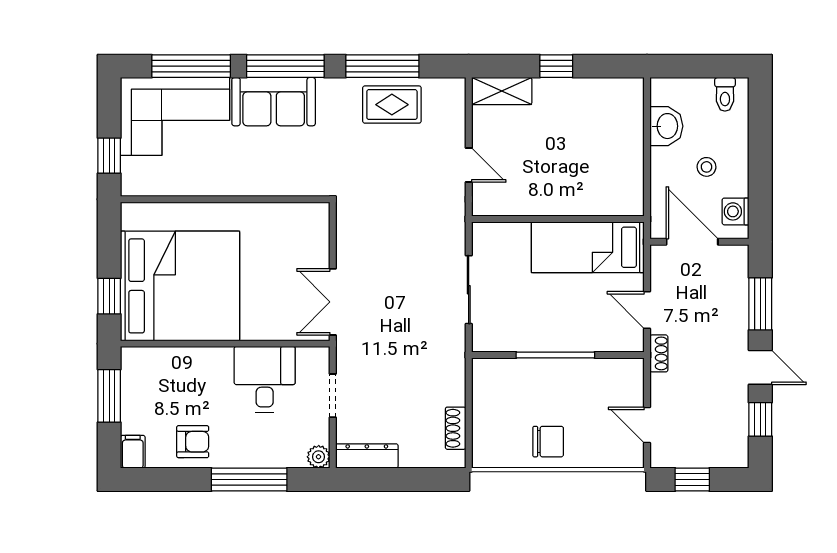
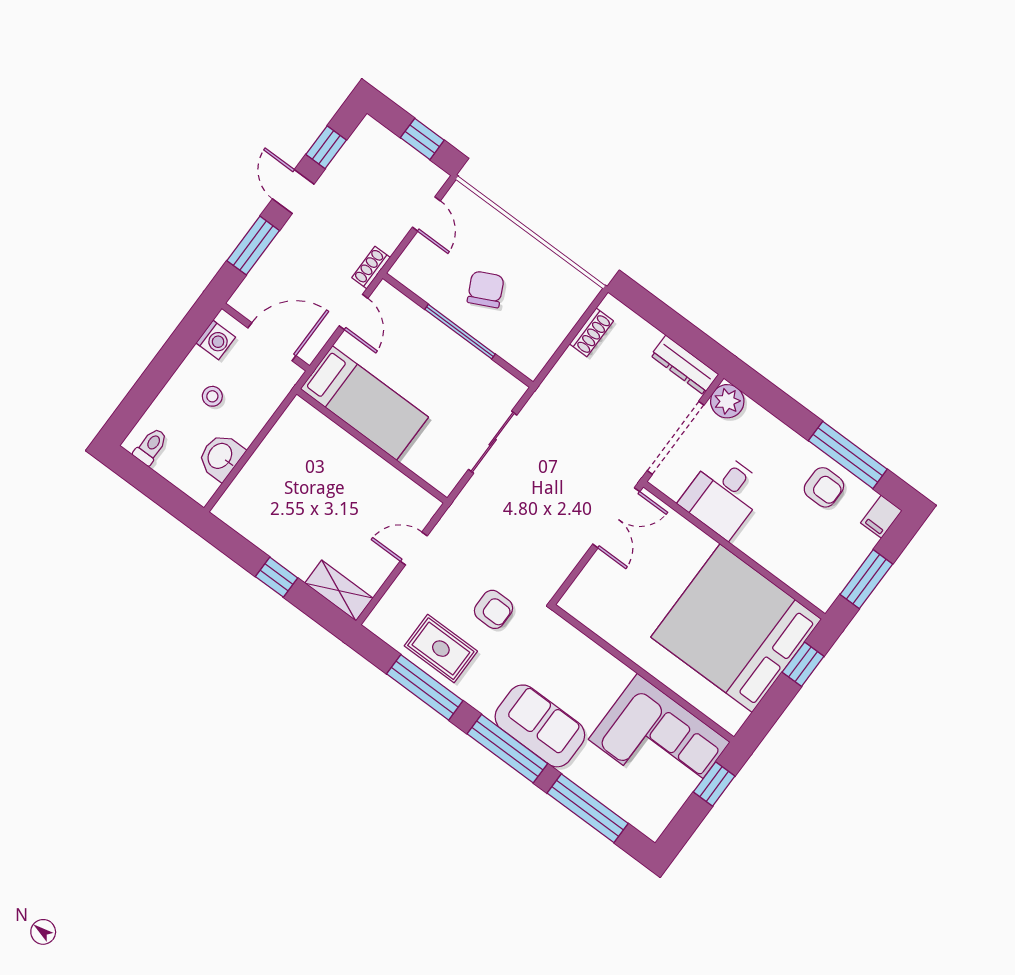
corner sofa: (175, 116) -> (659, 741), moved, turned 180
armchair: (374, 164) -> (494, 609), added
door: (469, 165) -> (414, 548), hinge flipped
door: (692, 242) -> (272, 342), swing flipped
doorway: (333, 396) -> (676, 438), width x1.88
armchair: (193, 442) -> (824, 487), turned 180
chair: (548, 442) -> (486, 289), moved, turned 64
plant: (319, 457) -> (727, 401), width x1.38, depth x1.38
window: (249, 480) -> (848, 455), moved

